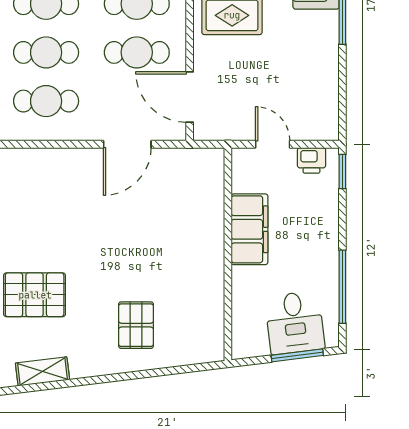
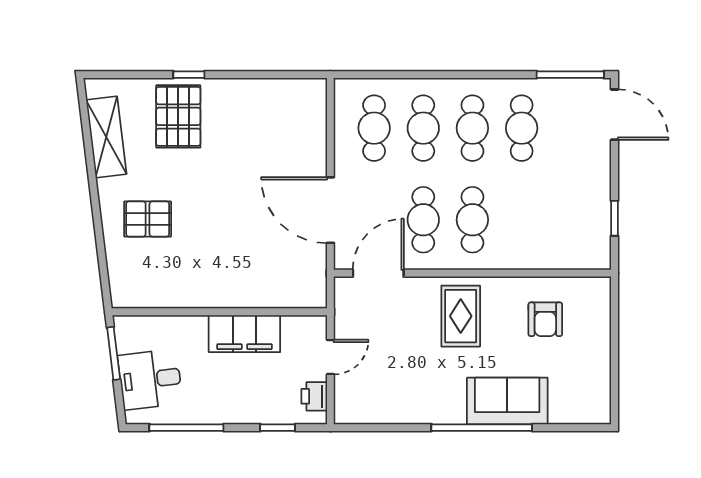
door: (127, 144) -> (330, 210), width x1.36
window: (342, 172) -> (278, 428), moved
window: (297, 355) -> (114, 353), moved
shelving: (43, 371) -> (106, 137), width x1.50, depth x1.33

